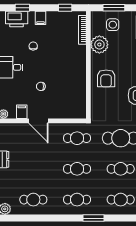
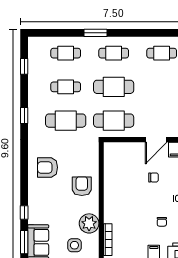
door: (38, 121) -> (156, 140), swing flipped
cafe table: (77, 138) -> (114, 121), width x1.37, depth x1.35
cafe table: (77, 169) -> (114, 87), width x1.37, depth x1.35

